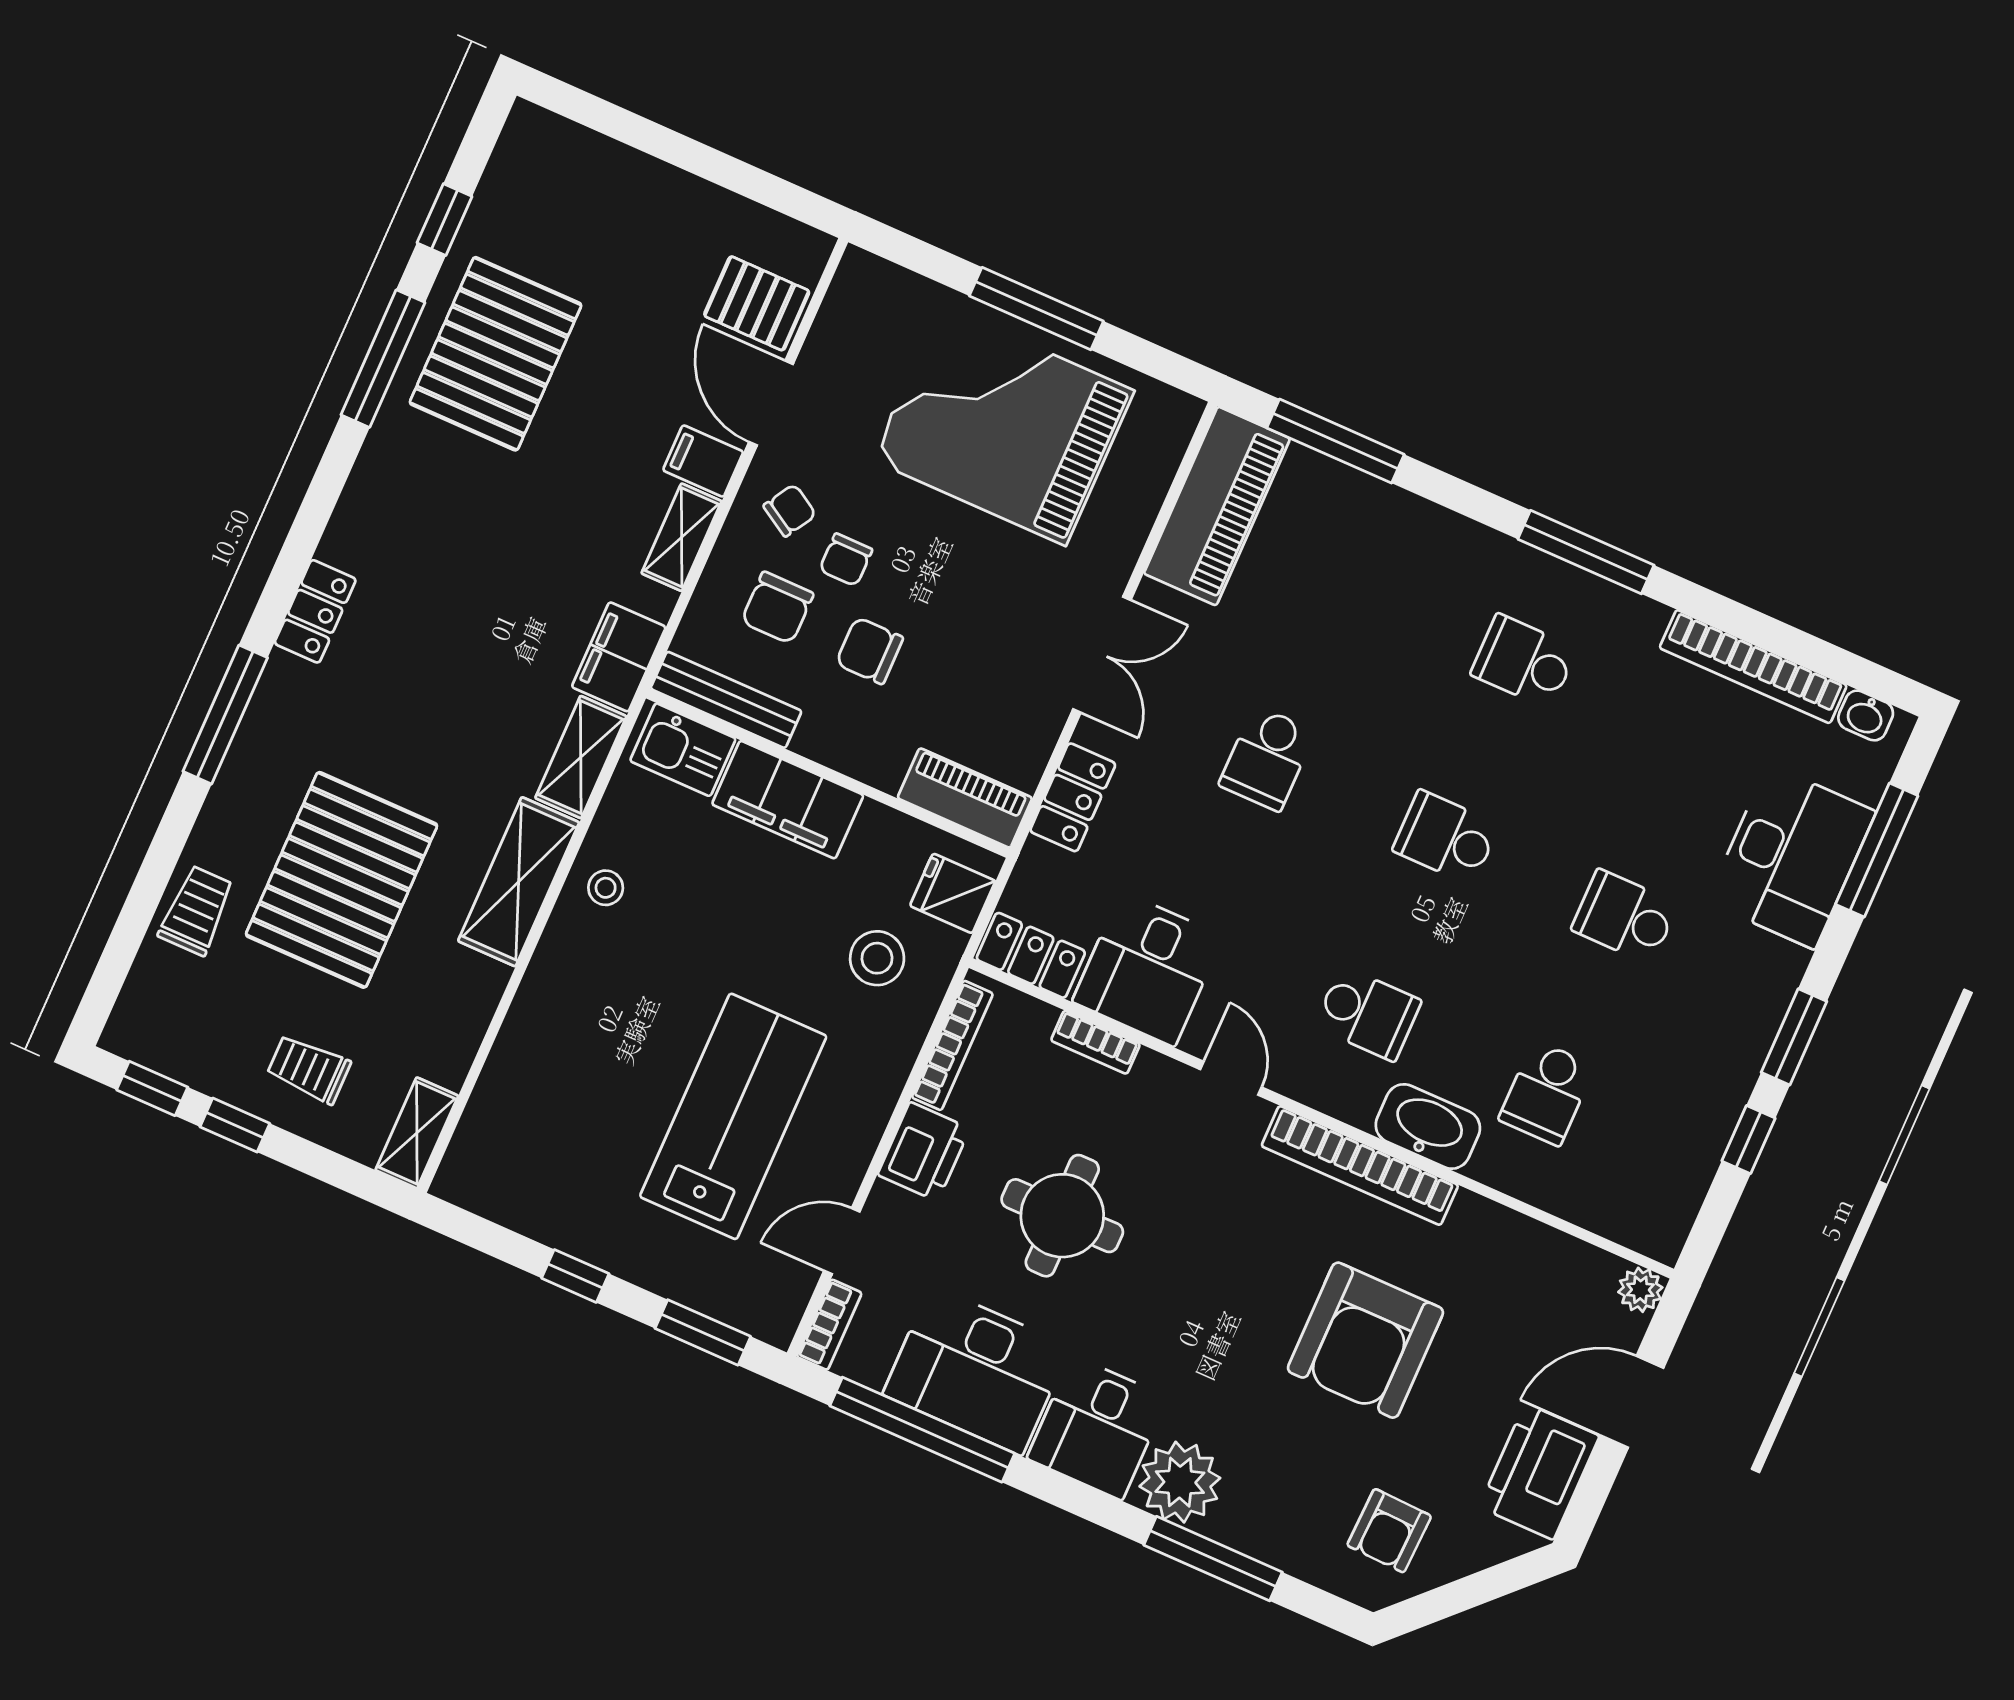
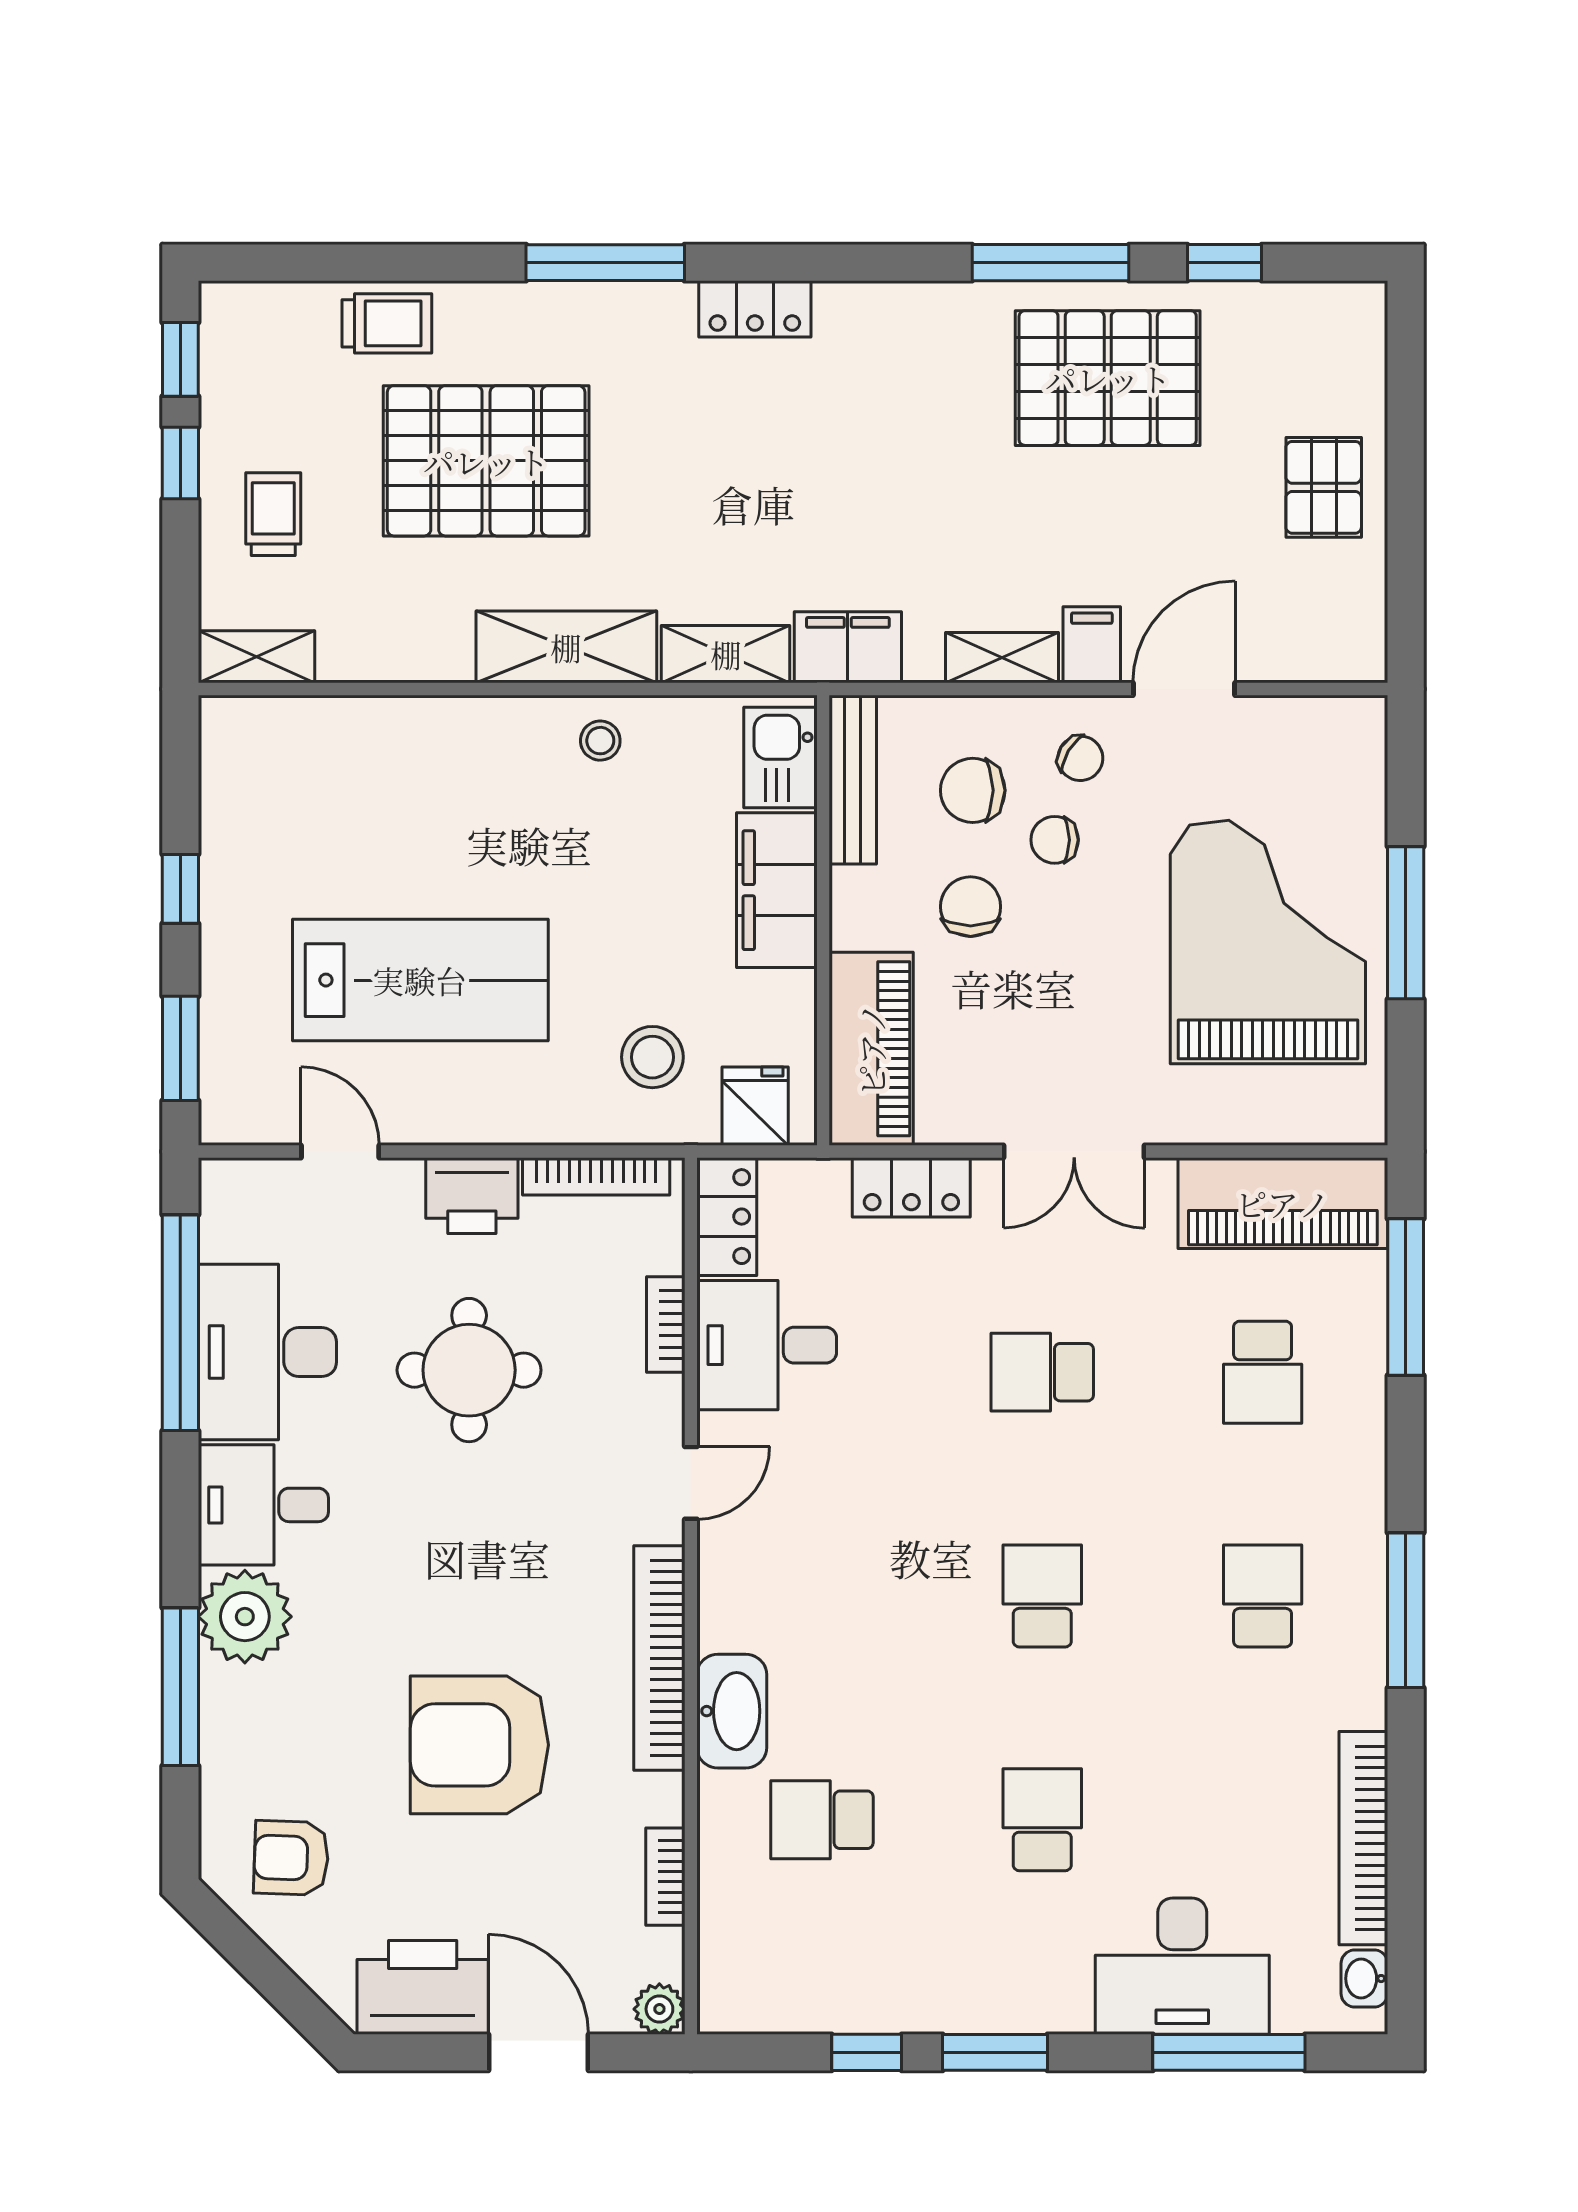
pallet: (757, 303) -> (1324, 487), moved
piano: (965, 798) -> (871, 1049), width x1.37, depth x1.33
school desk: (1368, 1014) -> (1263, 1372), moved
bookcase: (829, 1325) -> (665, 1877), moved, turned 90

